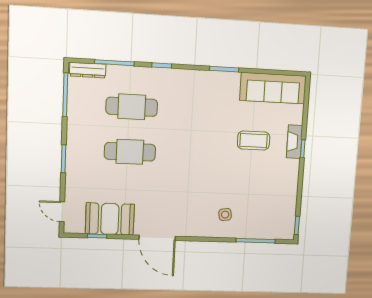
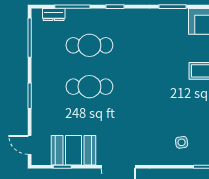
dresser: (88, 70) -> (54, 15), width x0.70

